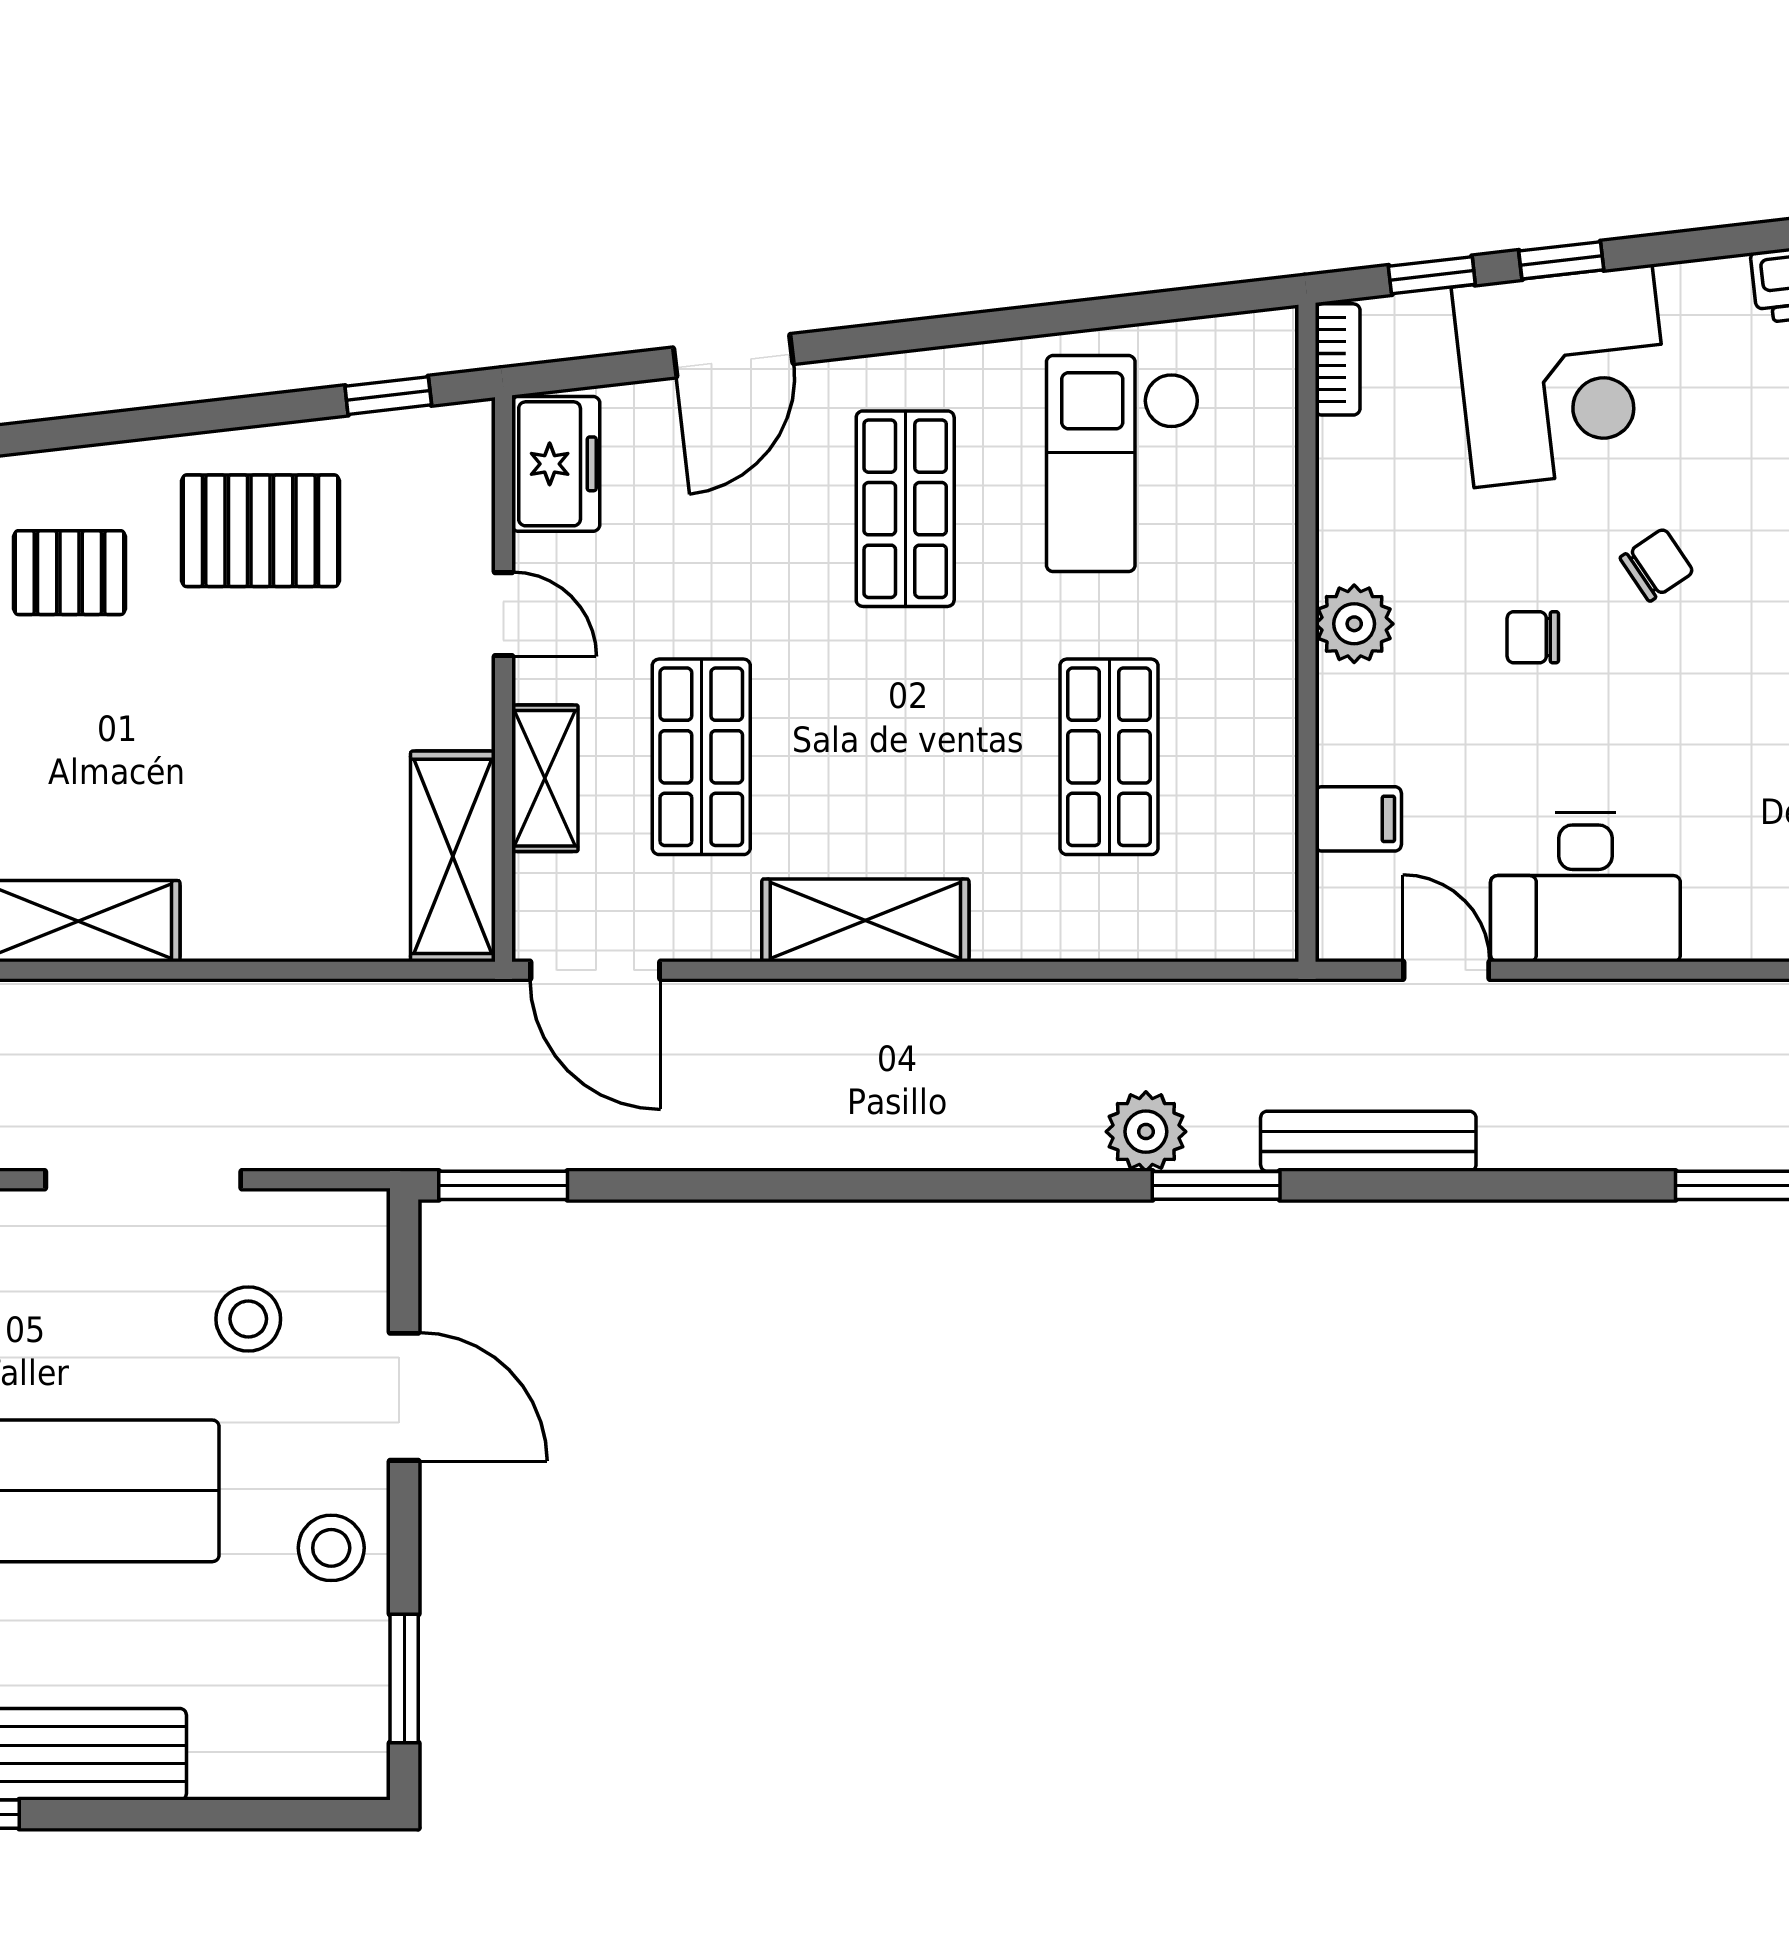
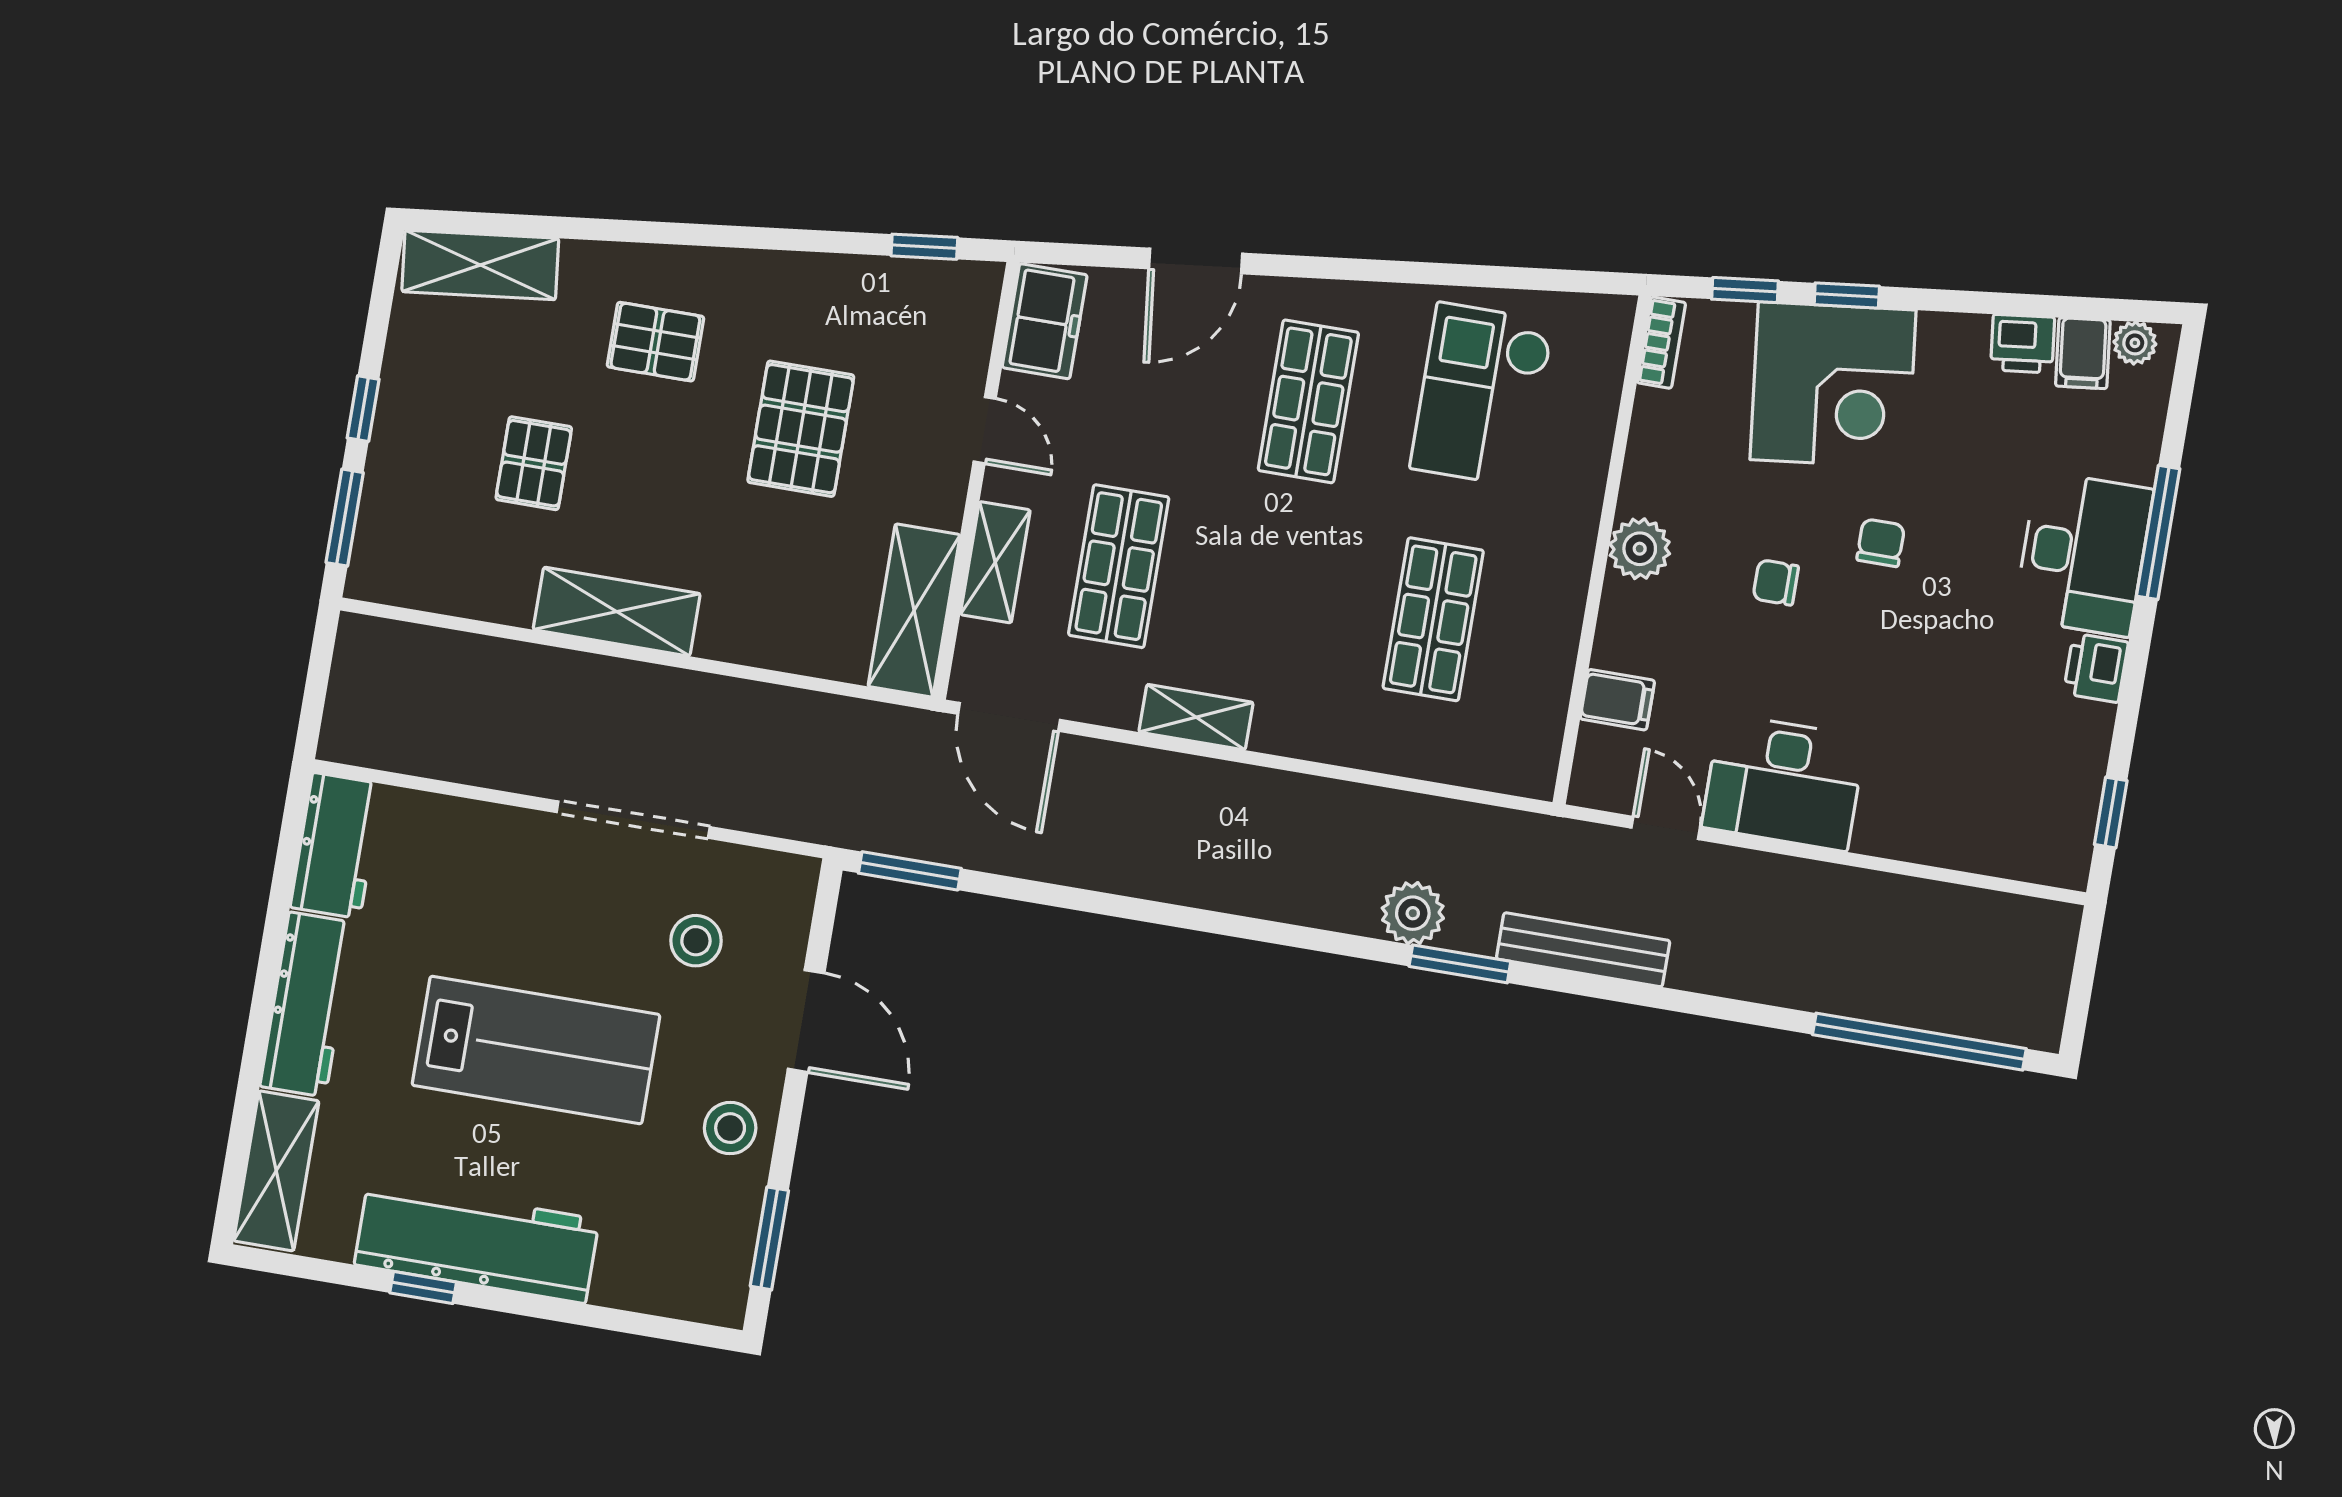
pallet: (261, 531) -> (801, 429), moved, turned 90
chair: (1657, 565) -> (1881, 543), turned -56
shelving: (865, 920) -> (1196, 717), width x0.67, depth x0.75

